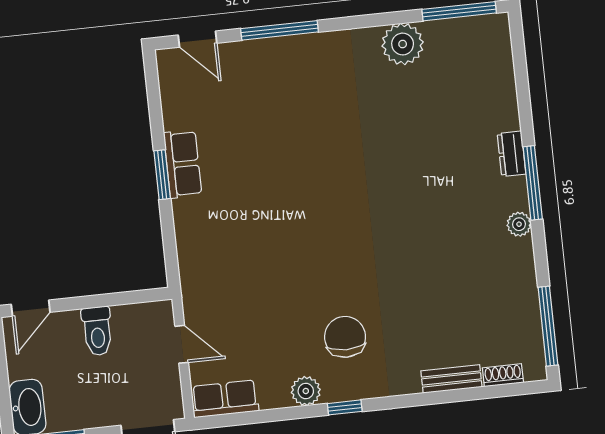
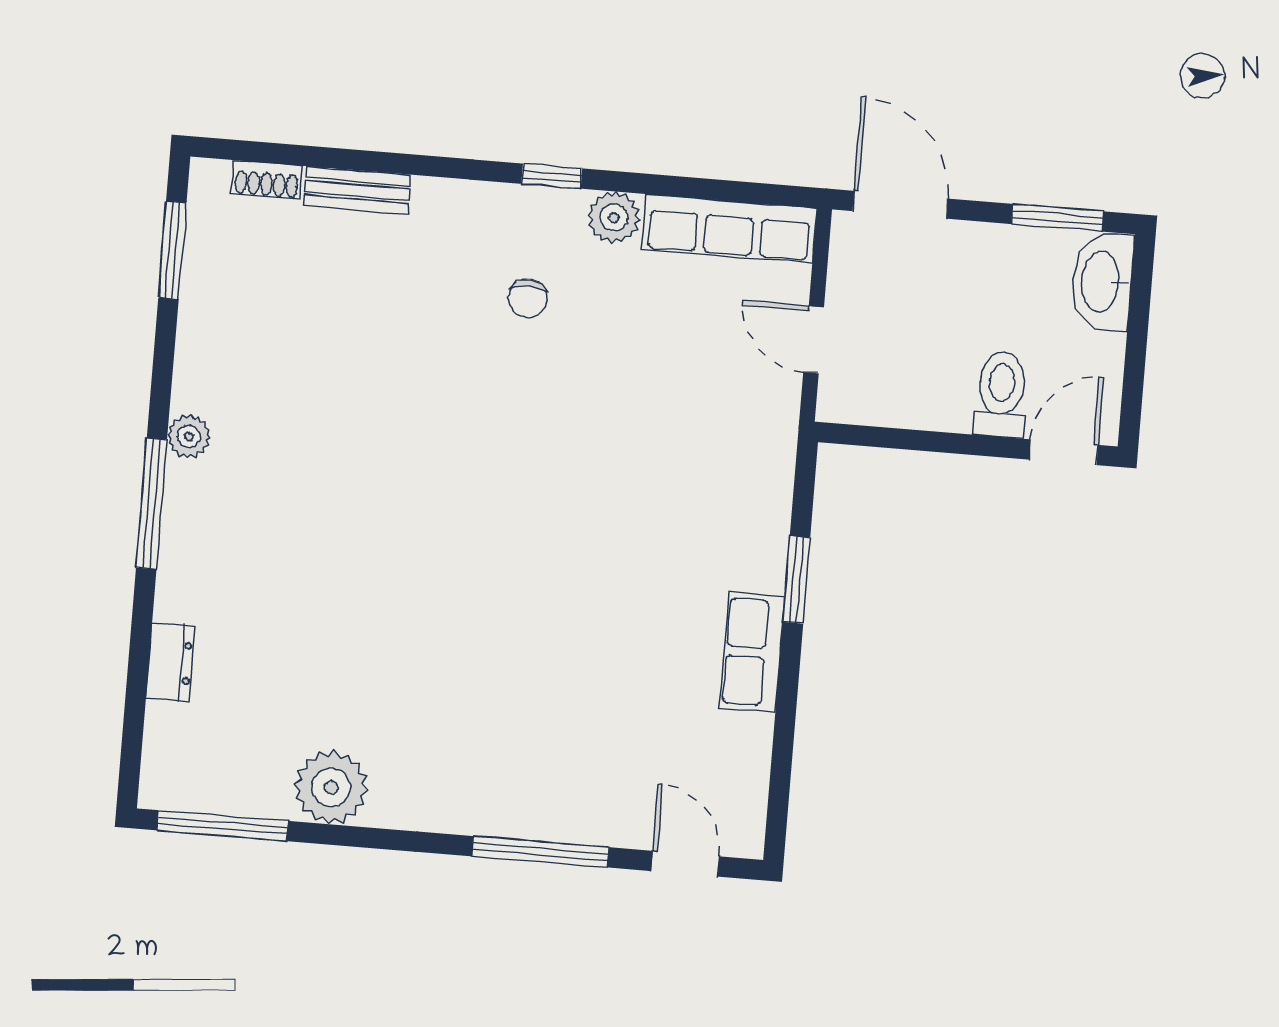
dresser: (512, 154) -> (170, 662), moved
window: (162, 175) -> (796, 580), moved
window: (548, 326) -> (172, 250), width x0.69
toilet: (97, 331) -> (1001, 394), moved
chair: (345, 337) -> (528, 298), width x0.54, depth x0.54
row of seats: (225, 399) -> (729, 229), width x1.48

